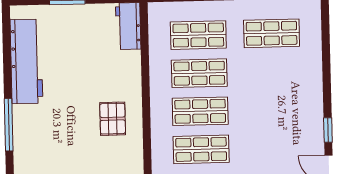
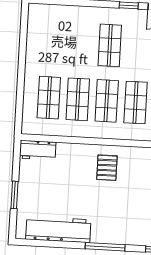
shop shelf: (272, 33) -> (110, 45), moved
pallet: (113, 119) -> (107, 168), turned 90

